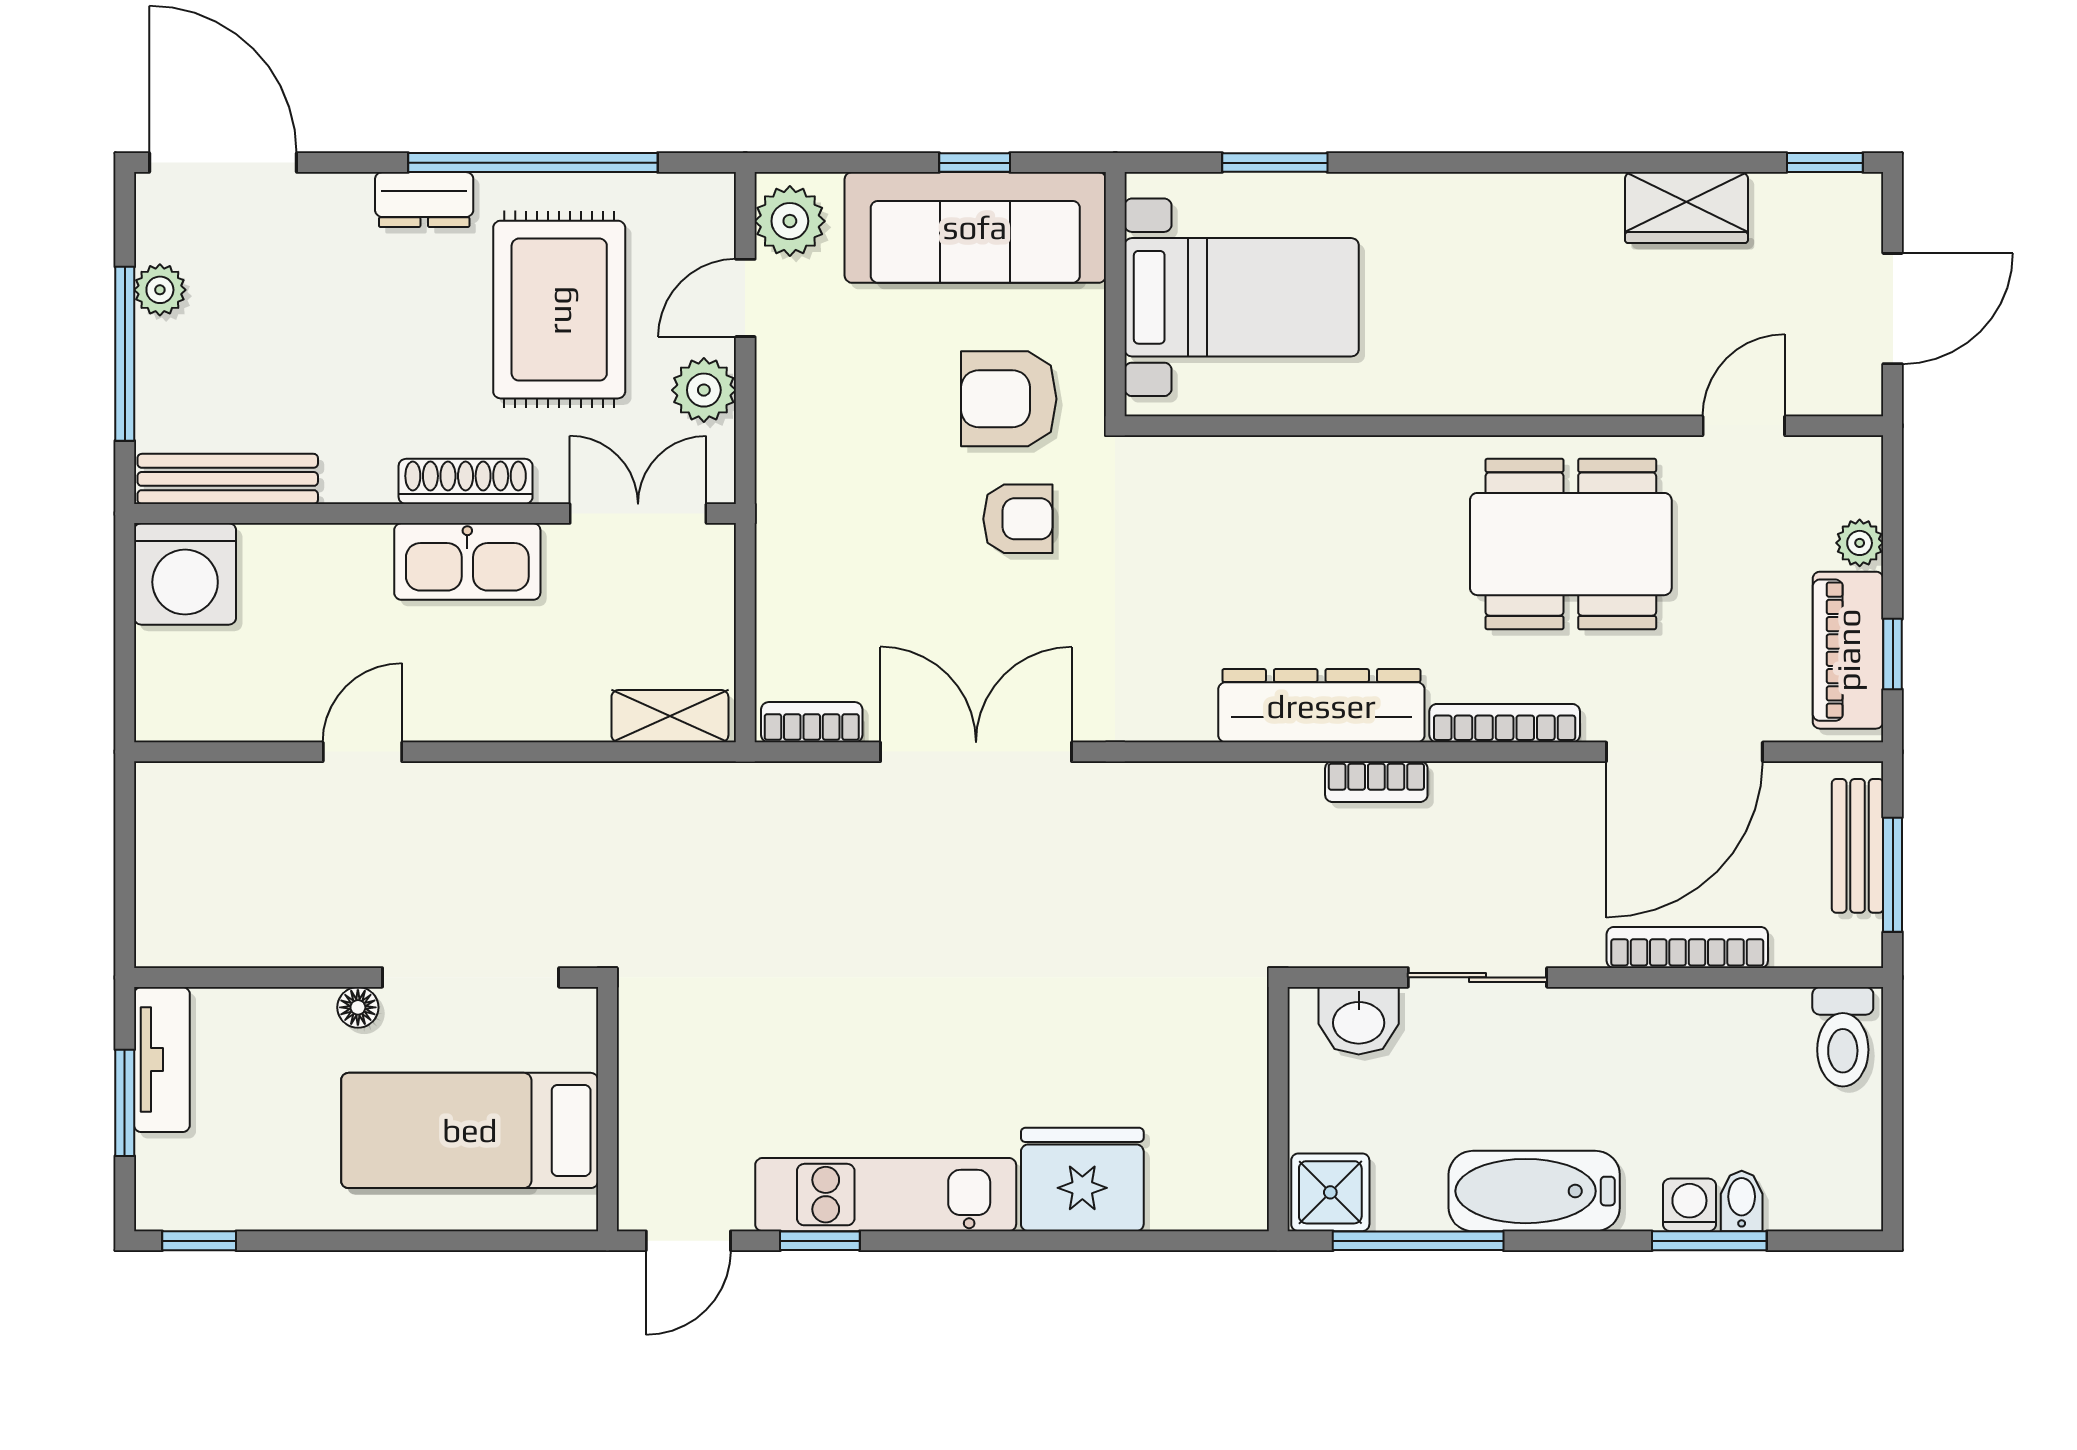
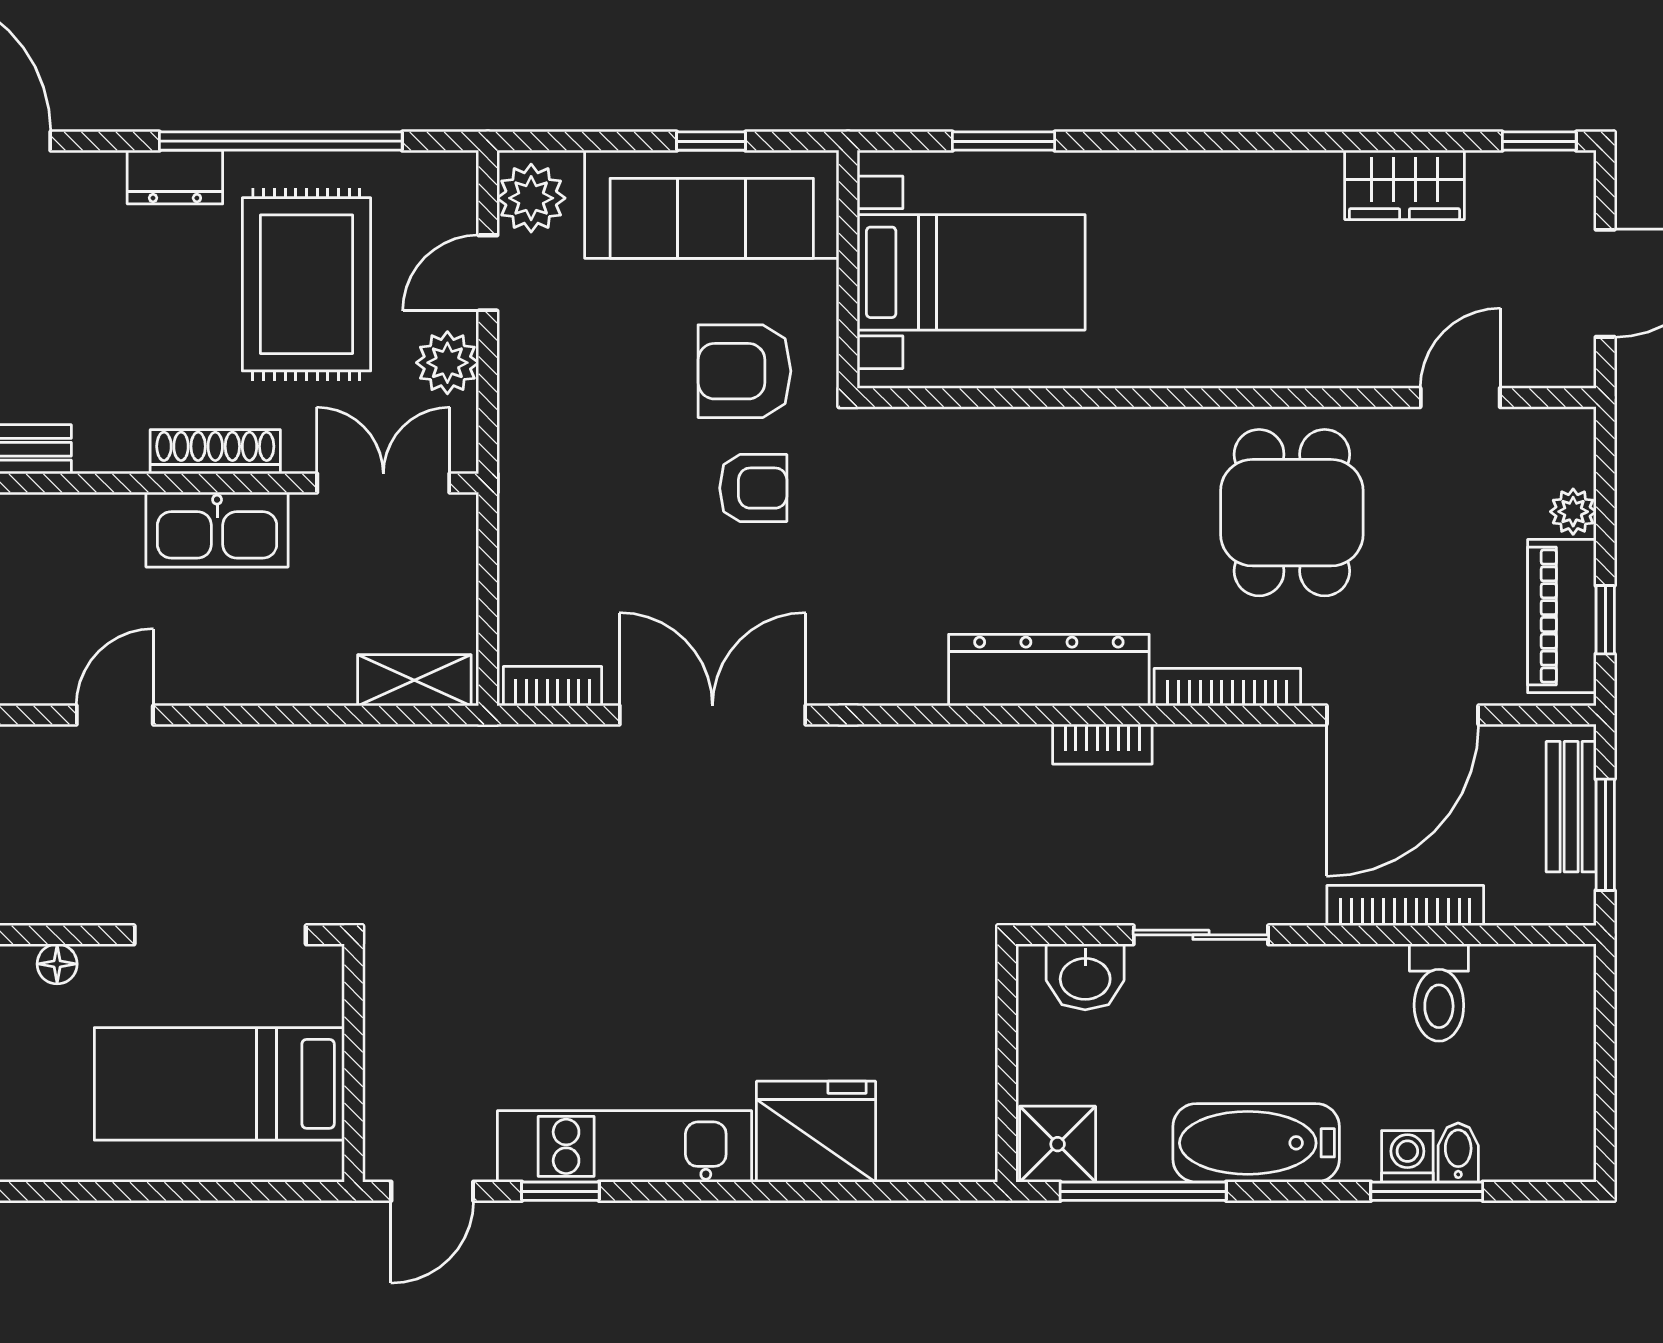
dining table: (1571, 544) -> (1292, 513), width x0.73
floor lamp: (358, 1007) -> (57, 964), moved
toilet: (1843, 1037) -> (1439, 993), moved

